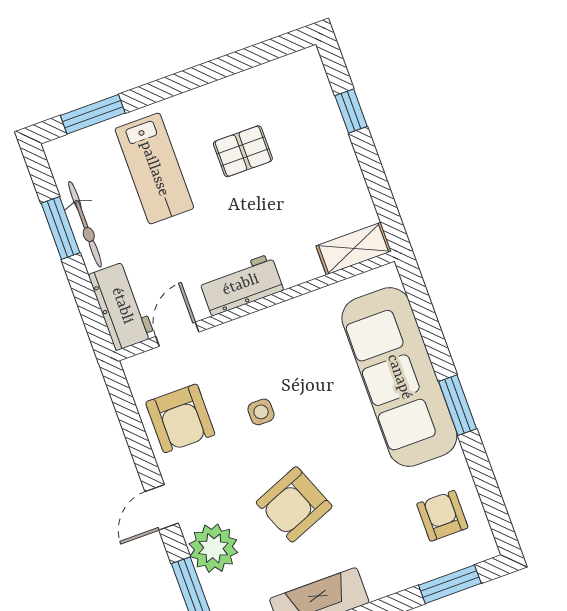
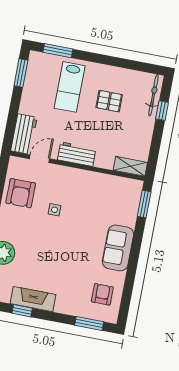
bicycle: (85, 224) -> (153, 95), moved, turned 180
window: (61, 228) -> (21, 73), moved
sofa: (399, 377) -> (118, 248), width x0.54, depth x0.79
window: (458, 405) -> (144, 204), moved
armchair: (294, 504) -> (46, 255), removed

